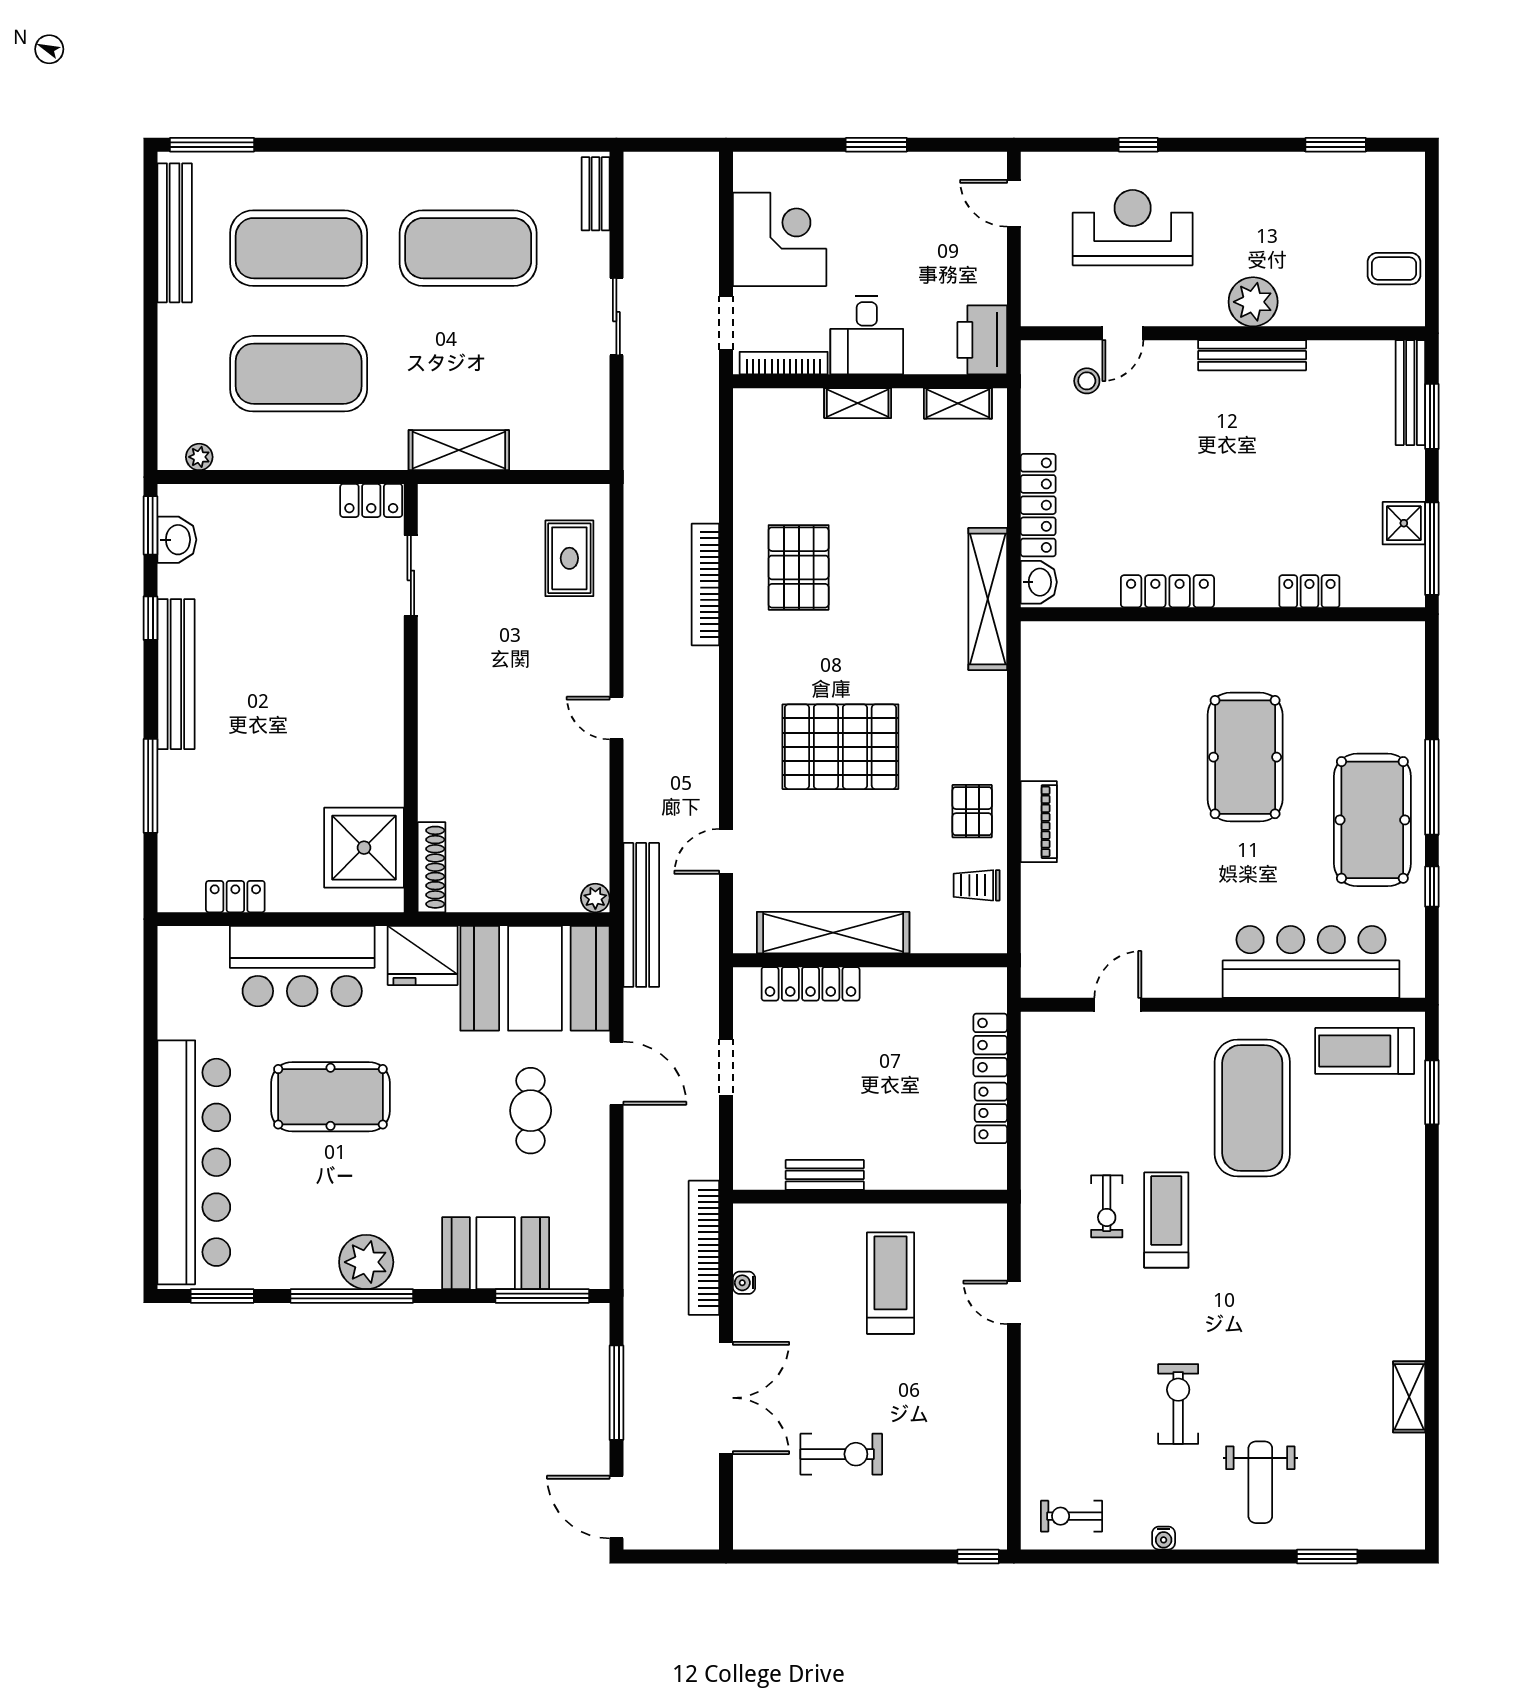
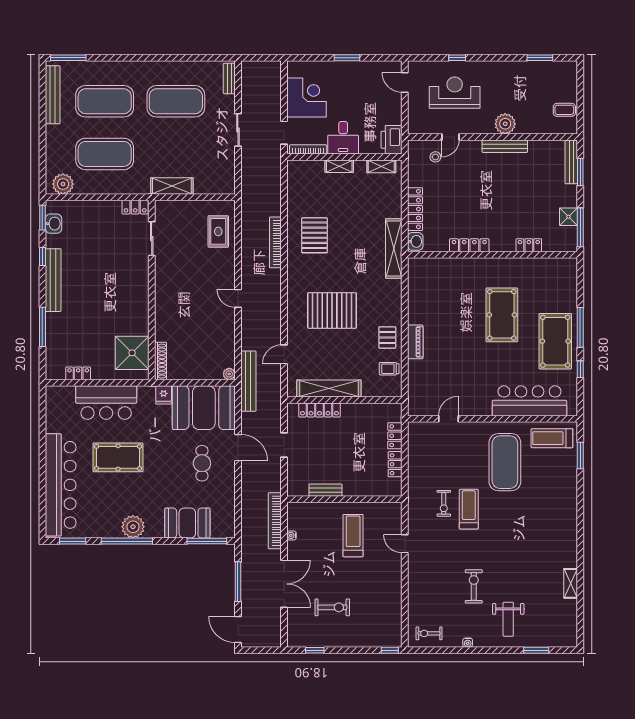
plant: (199, 457) -> (63, 184), width x1.87, depth x1.87
fridge: (423, 956) -> (164, 395), width x0.53, depth x0.75
window: (799, 1556) -> (315, 650), added

